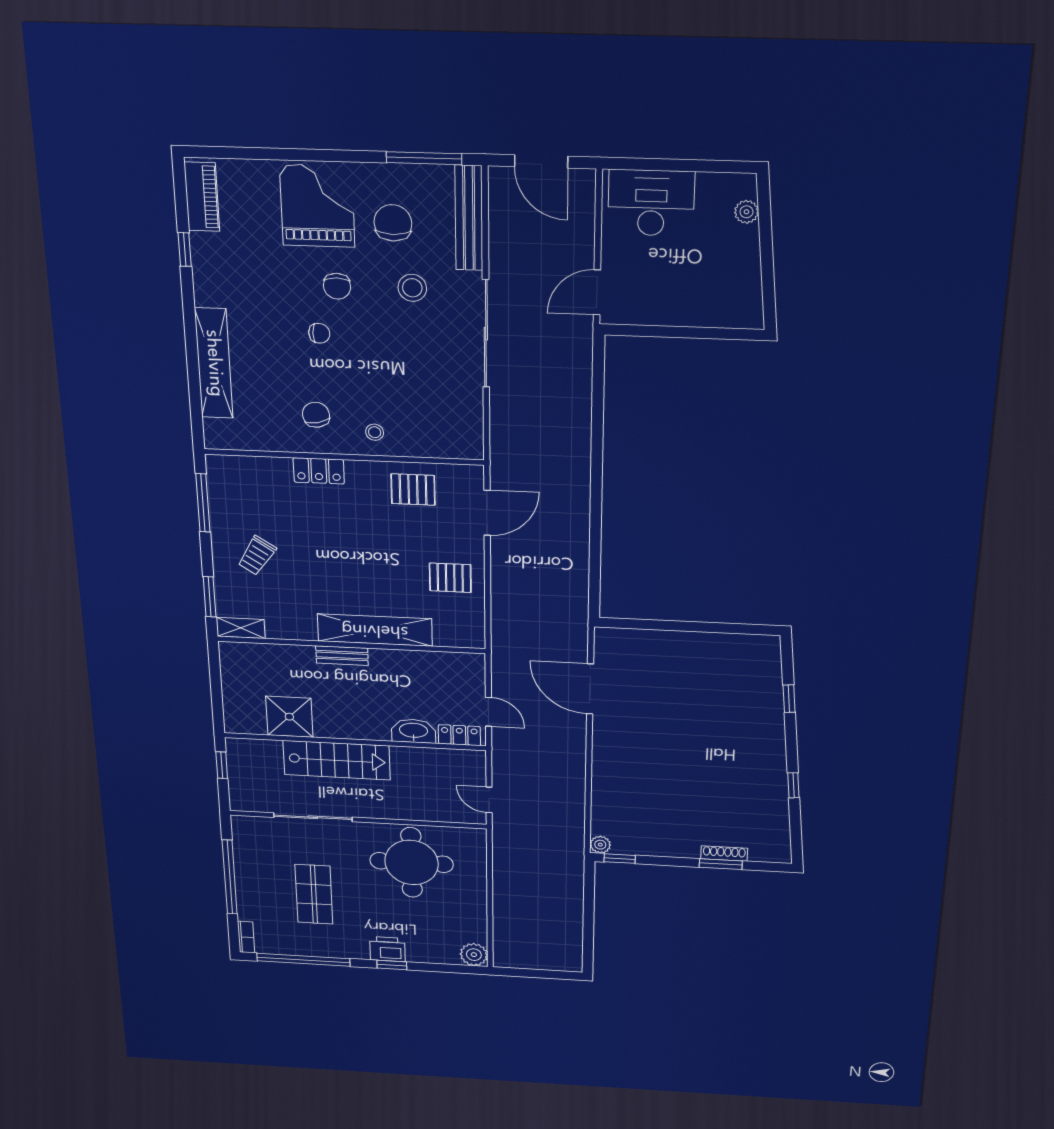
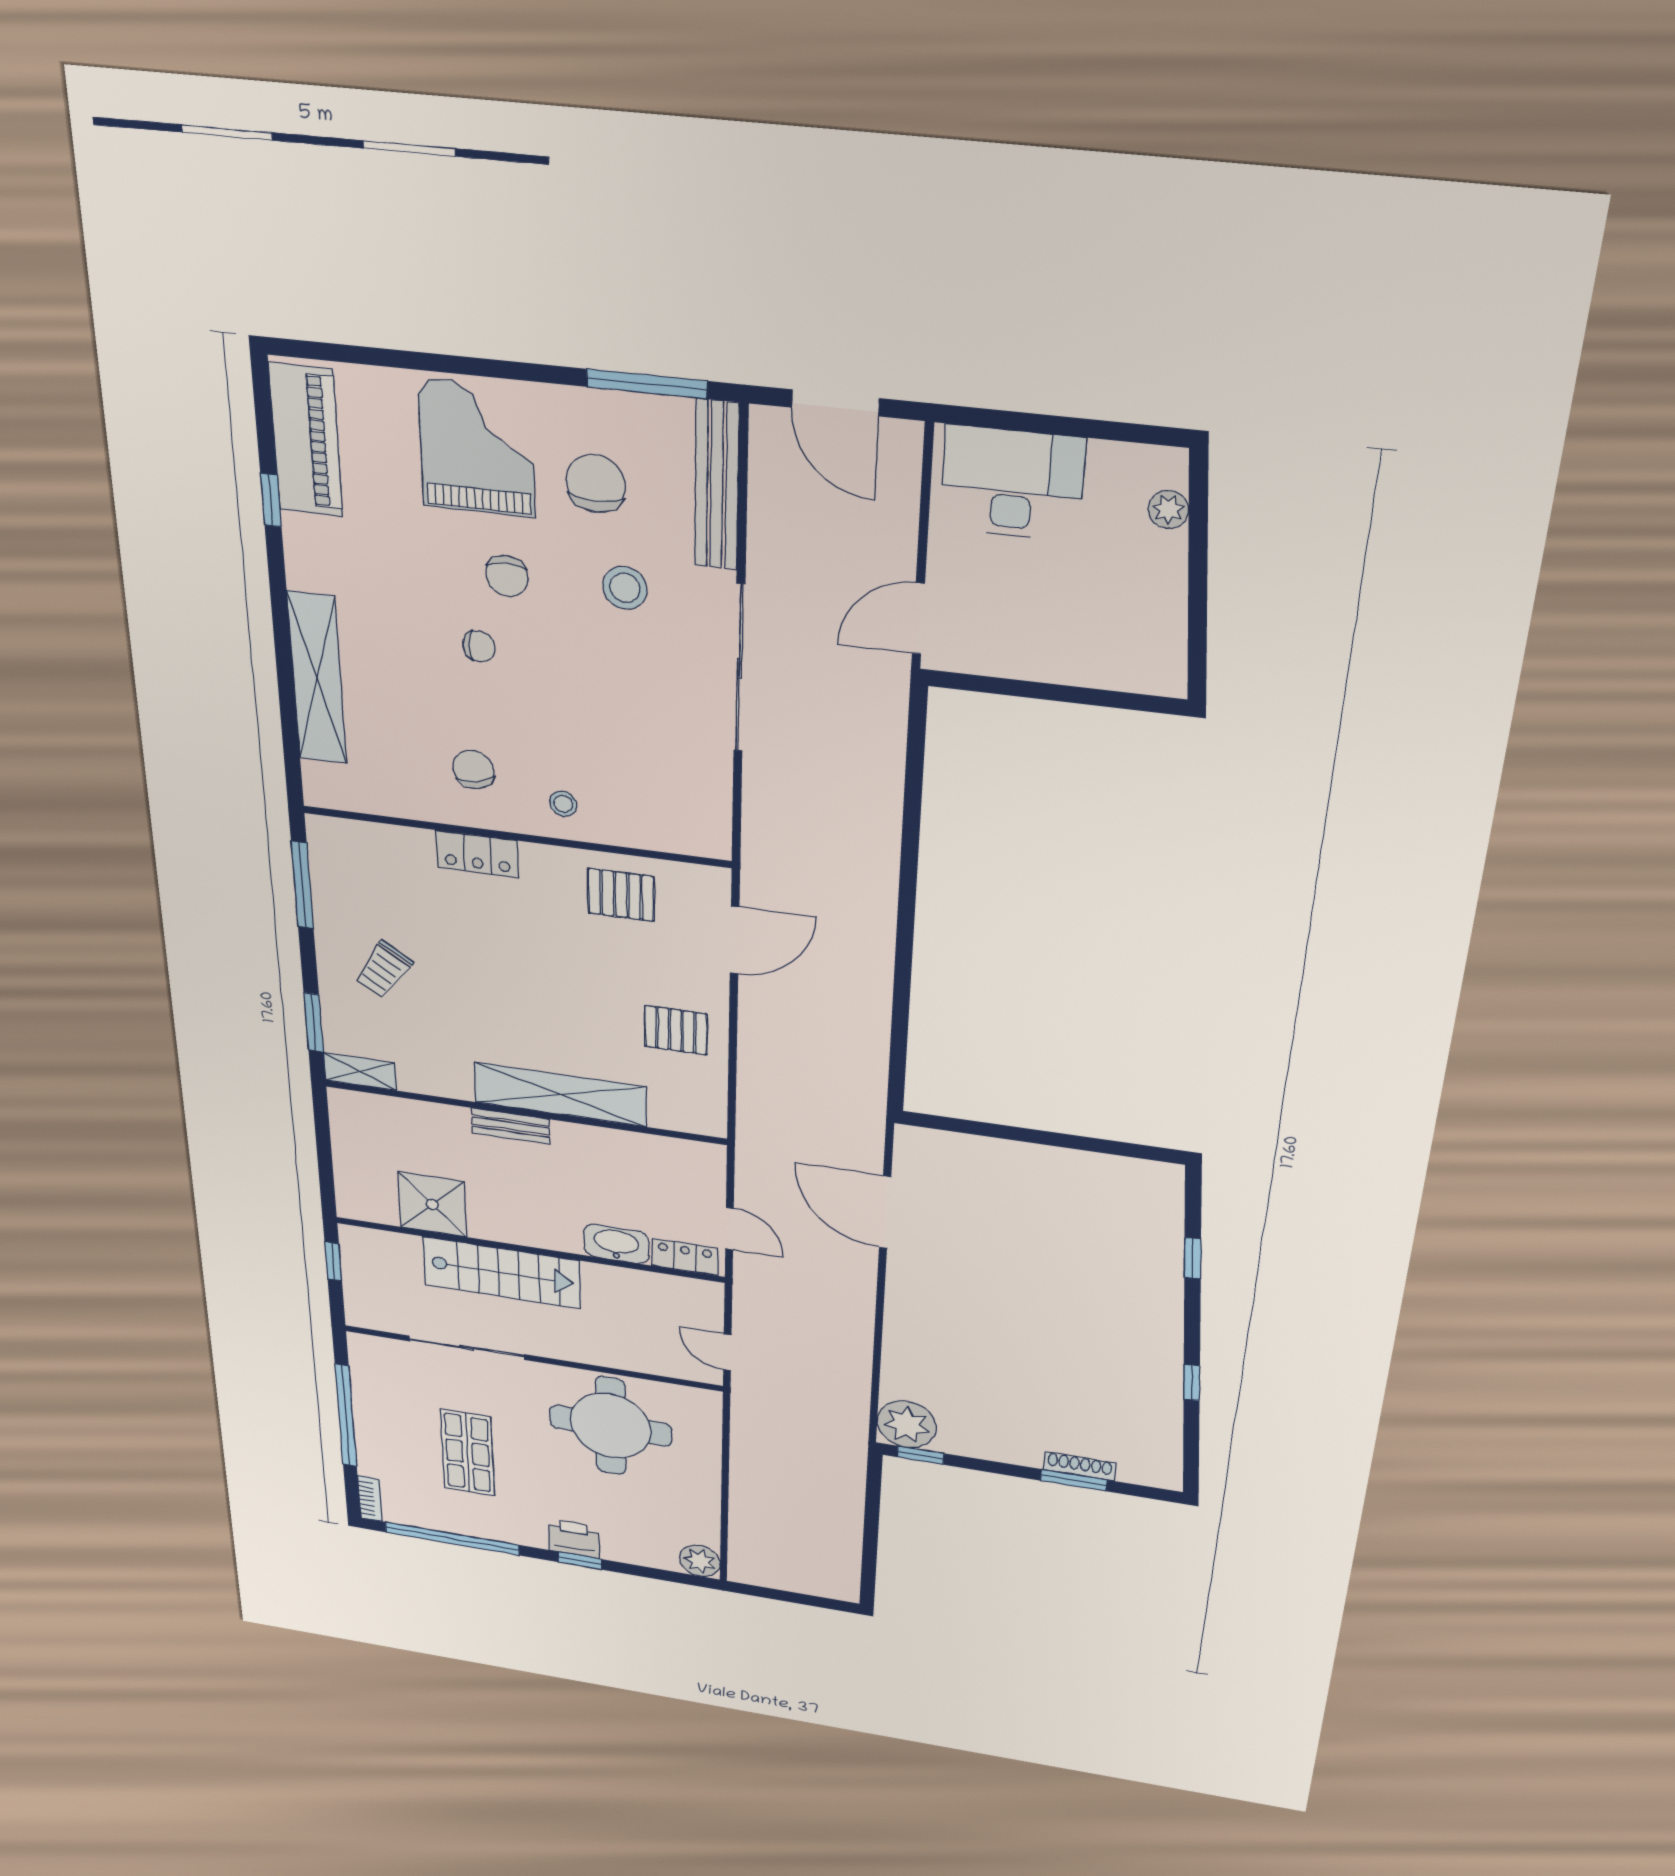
piano: (202, 197) -> (306, 440), width x1.37, depth x1.33
plant: (600, 845) -> (907, 1424), width x1.88, depth x1.88

